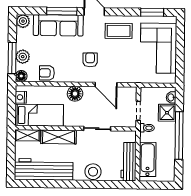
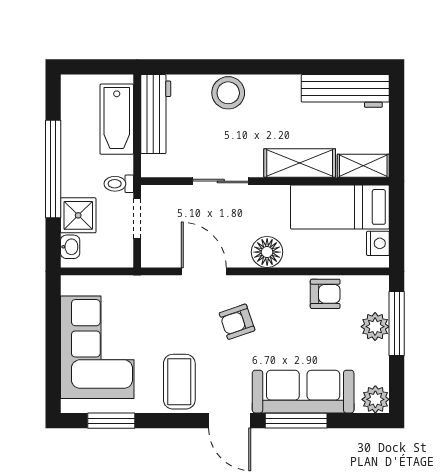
coffee table: (119, 31) -> (179, 382), turned 90
armchair: (90, 60) -> (237, 322), turned 71
floor lamp: (21, 76) -> (377, 287), removed
workbench: (44, 169) -> (345, 91), width x0.73, depth x0.76

